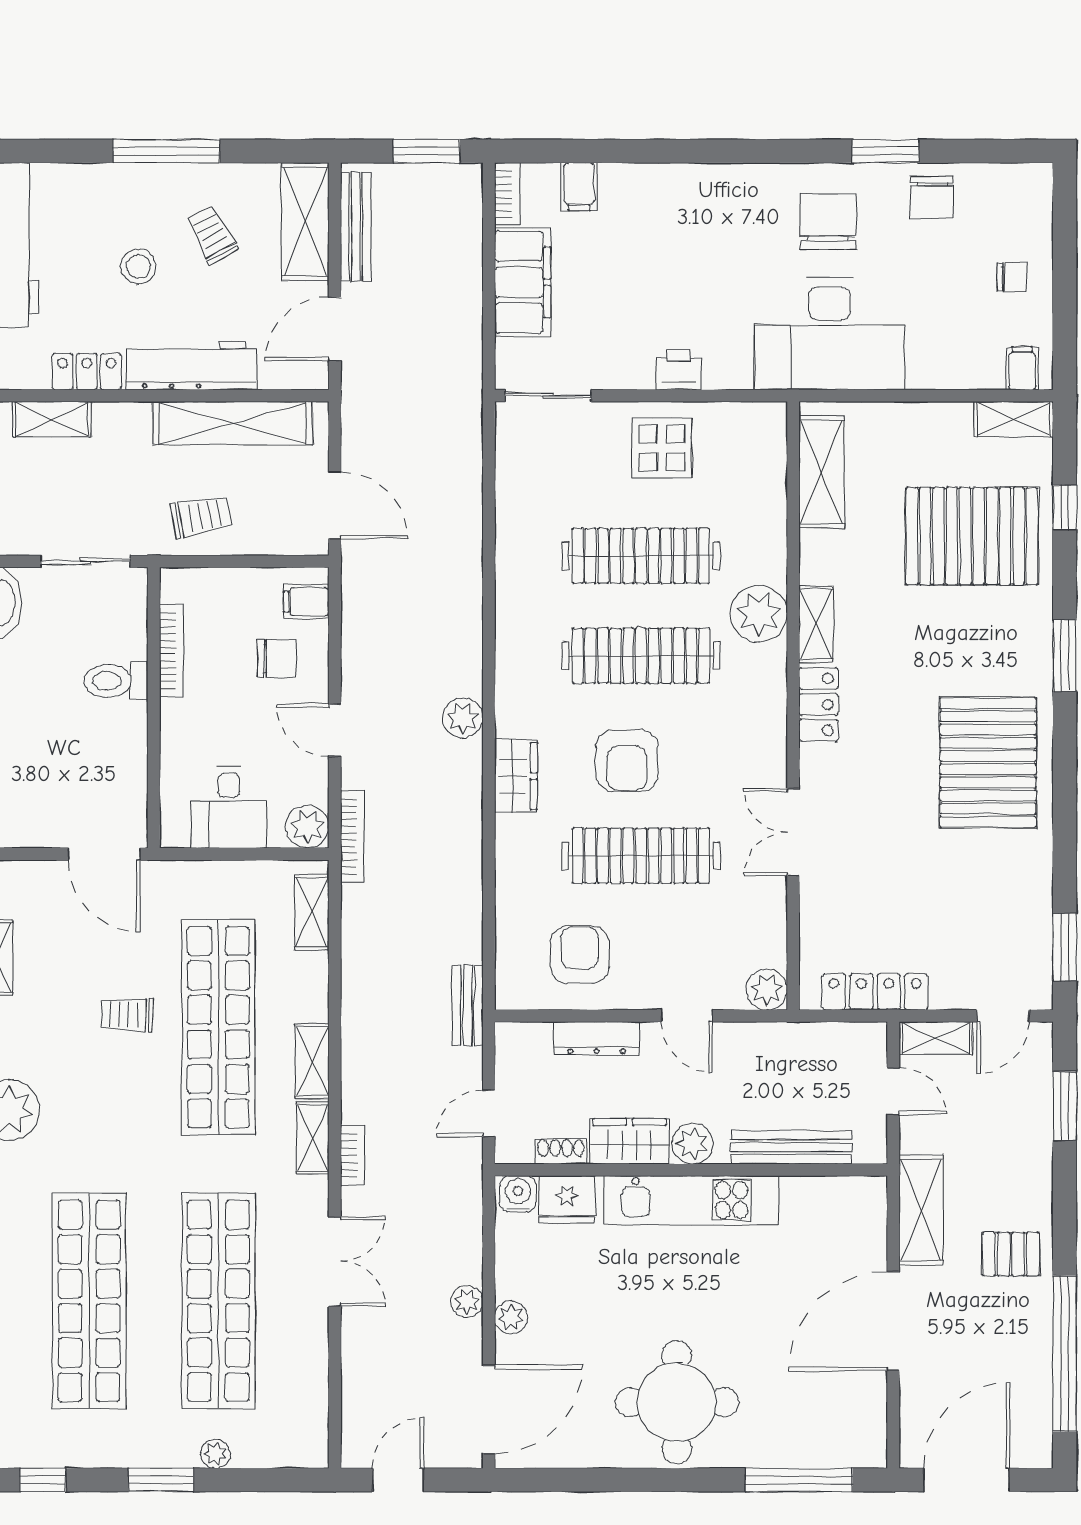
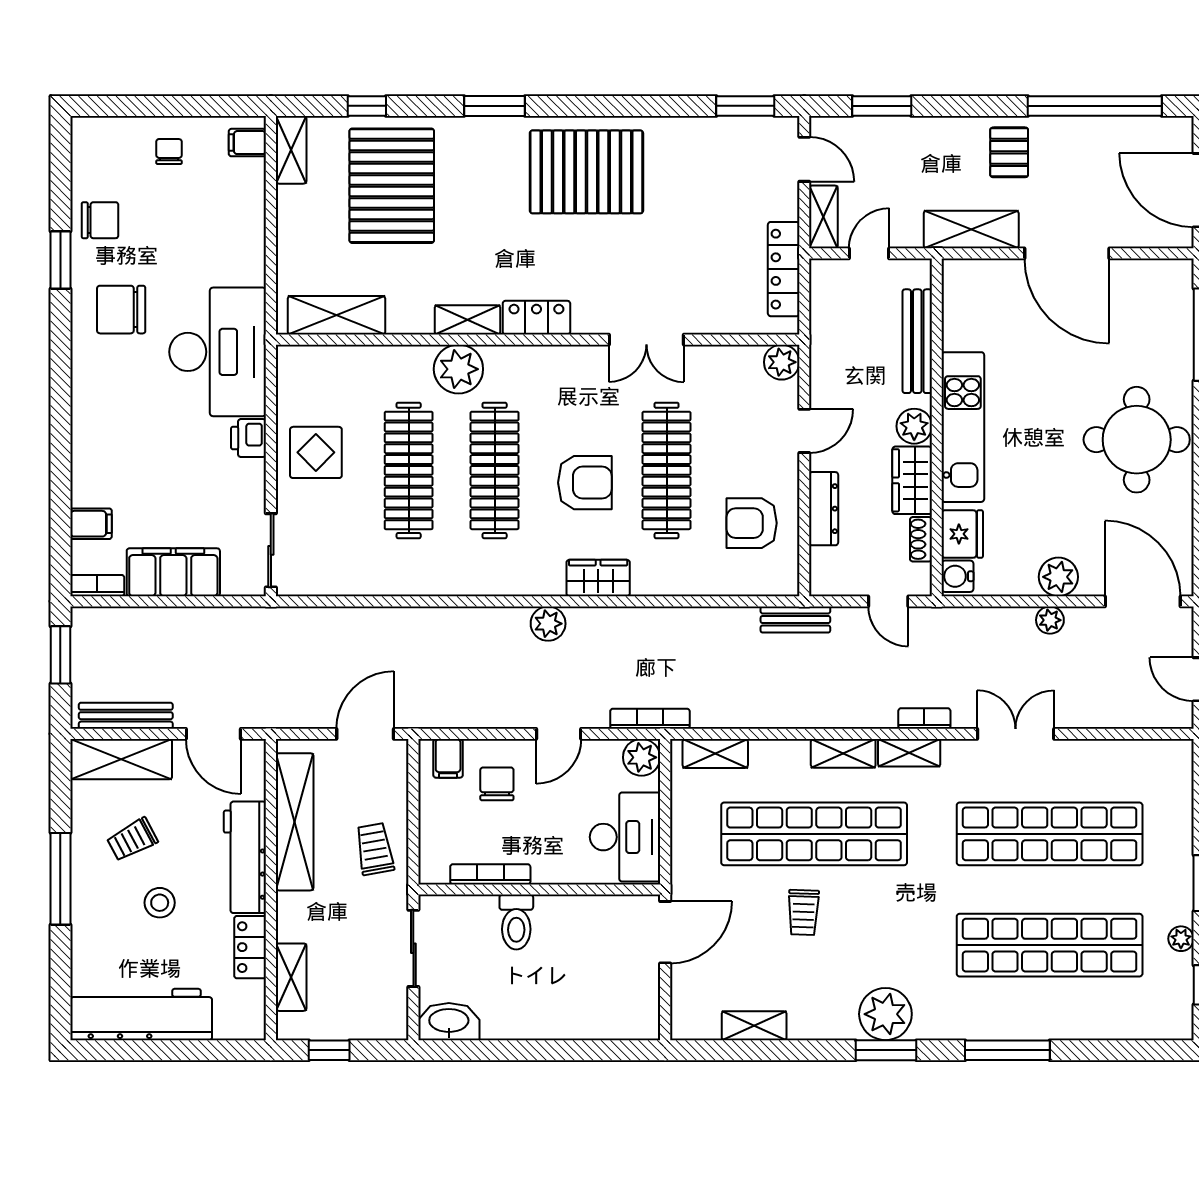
desk: (830, 334) -> (218, 352), moved
desk: (229, 807) -> (625, 837), width x1.37
plant: (511, 1317) -> (1058, 577), width x1.38, depth x1.38
plant: (215, 1454) -> (1181, 939), moved

